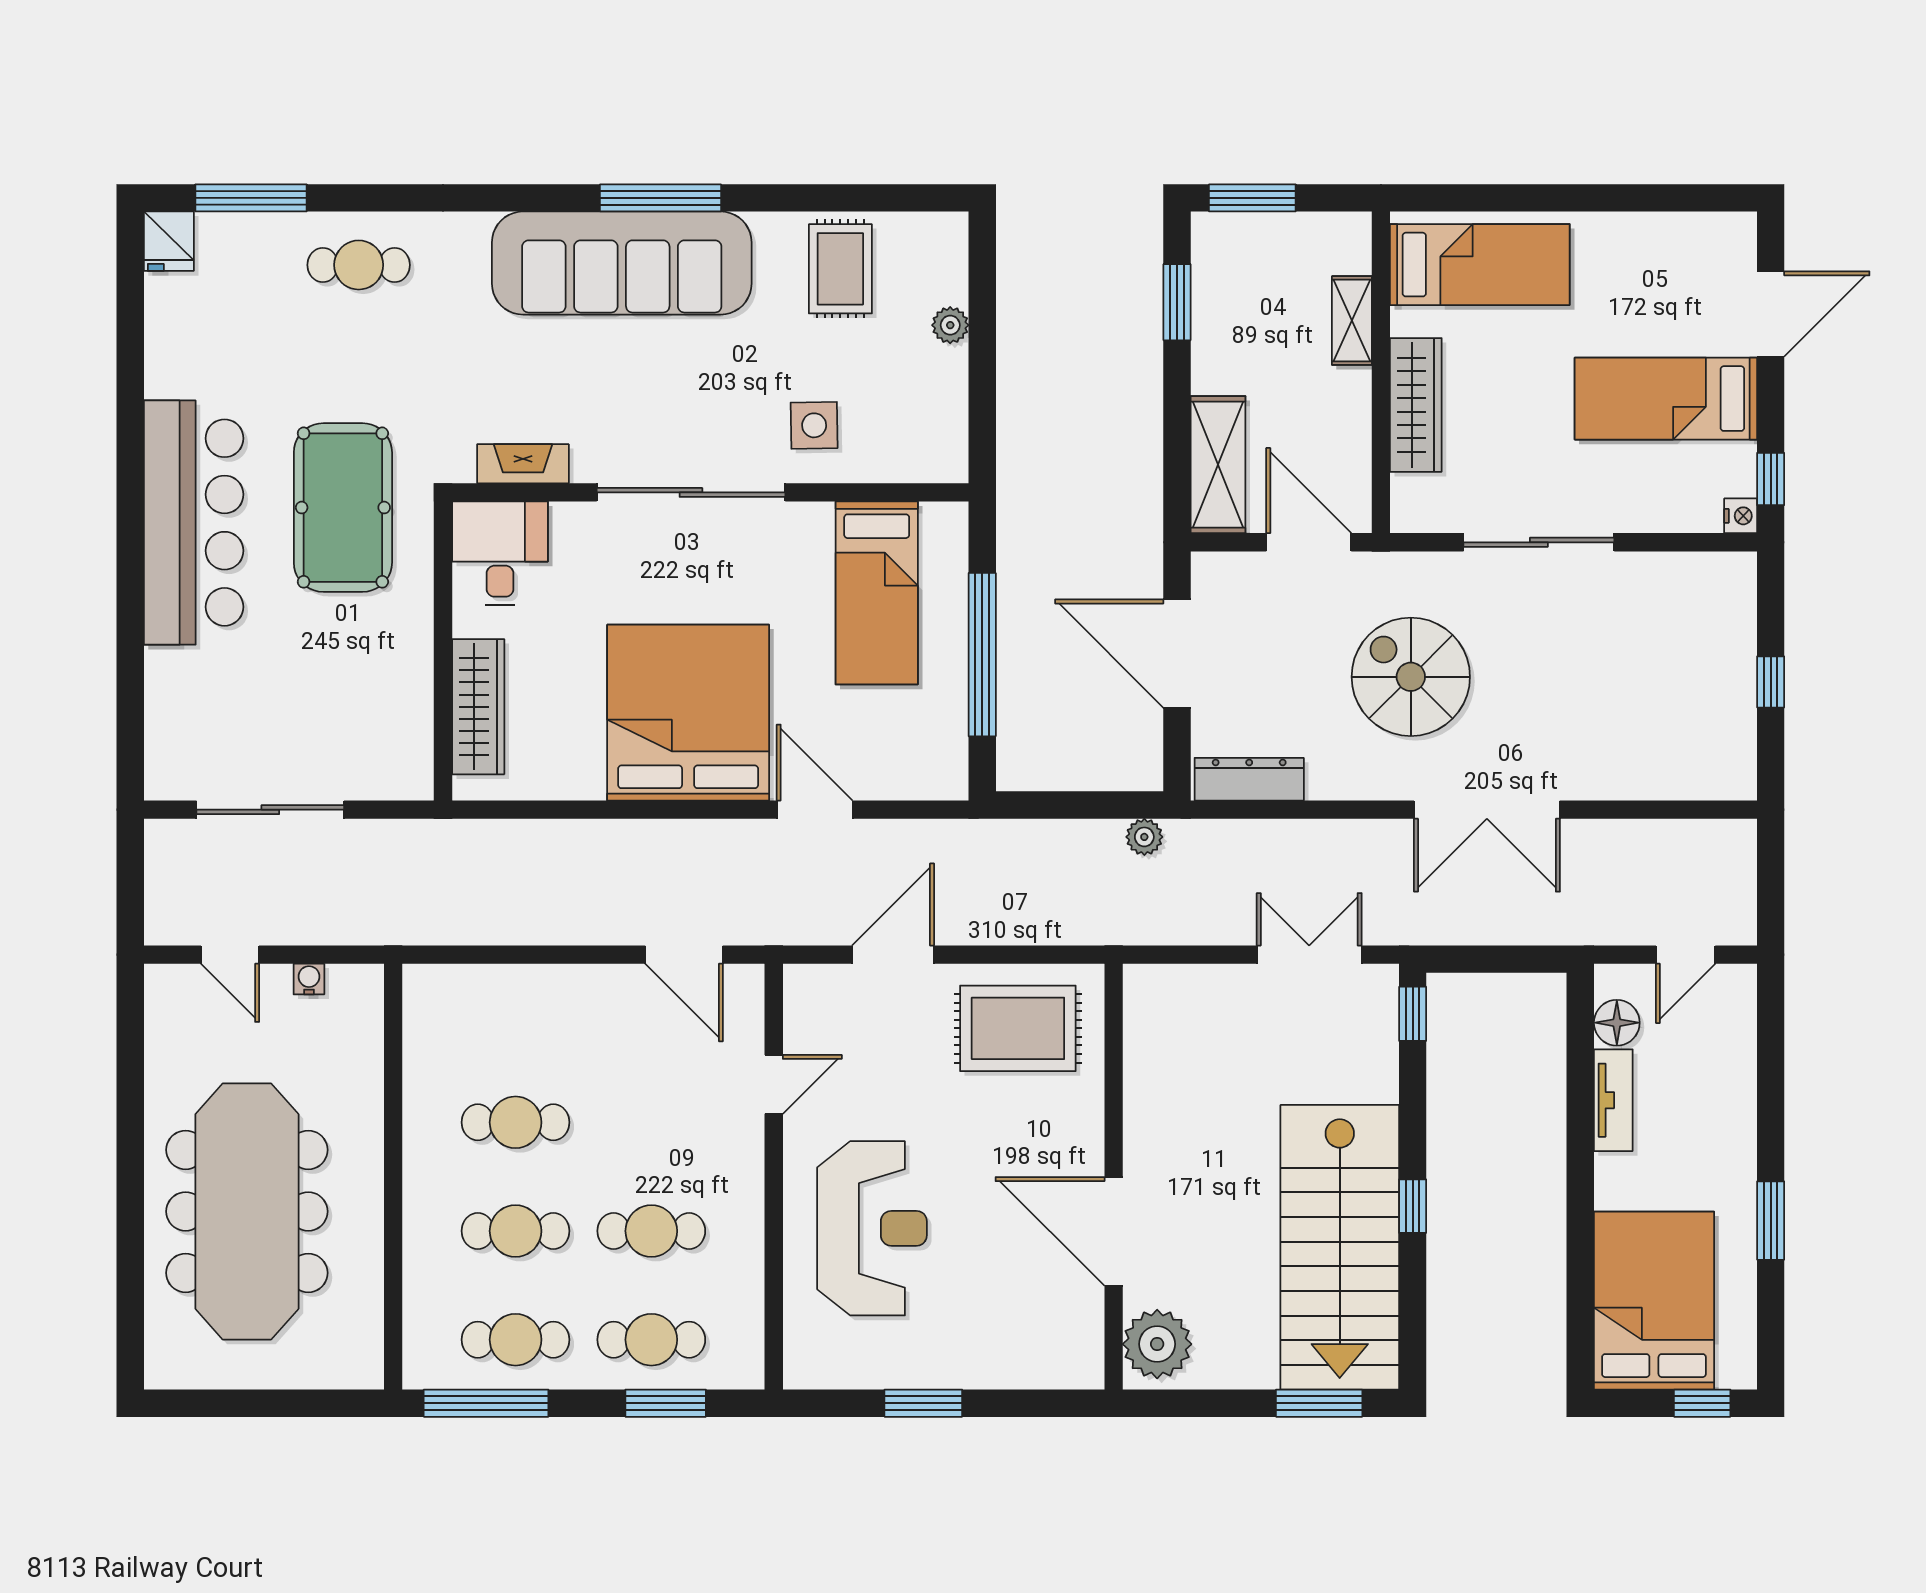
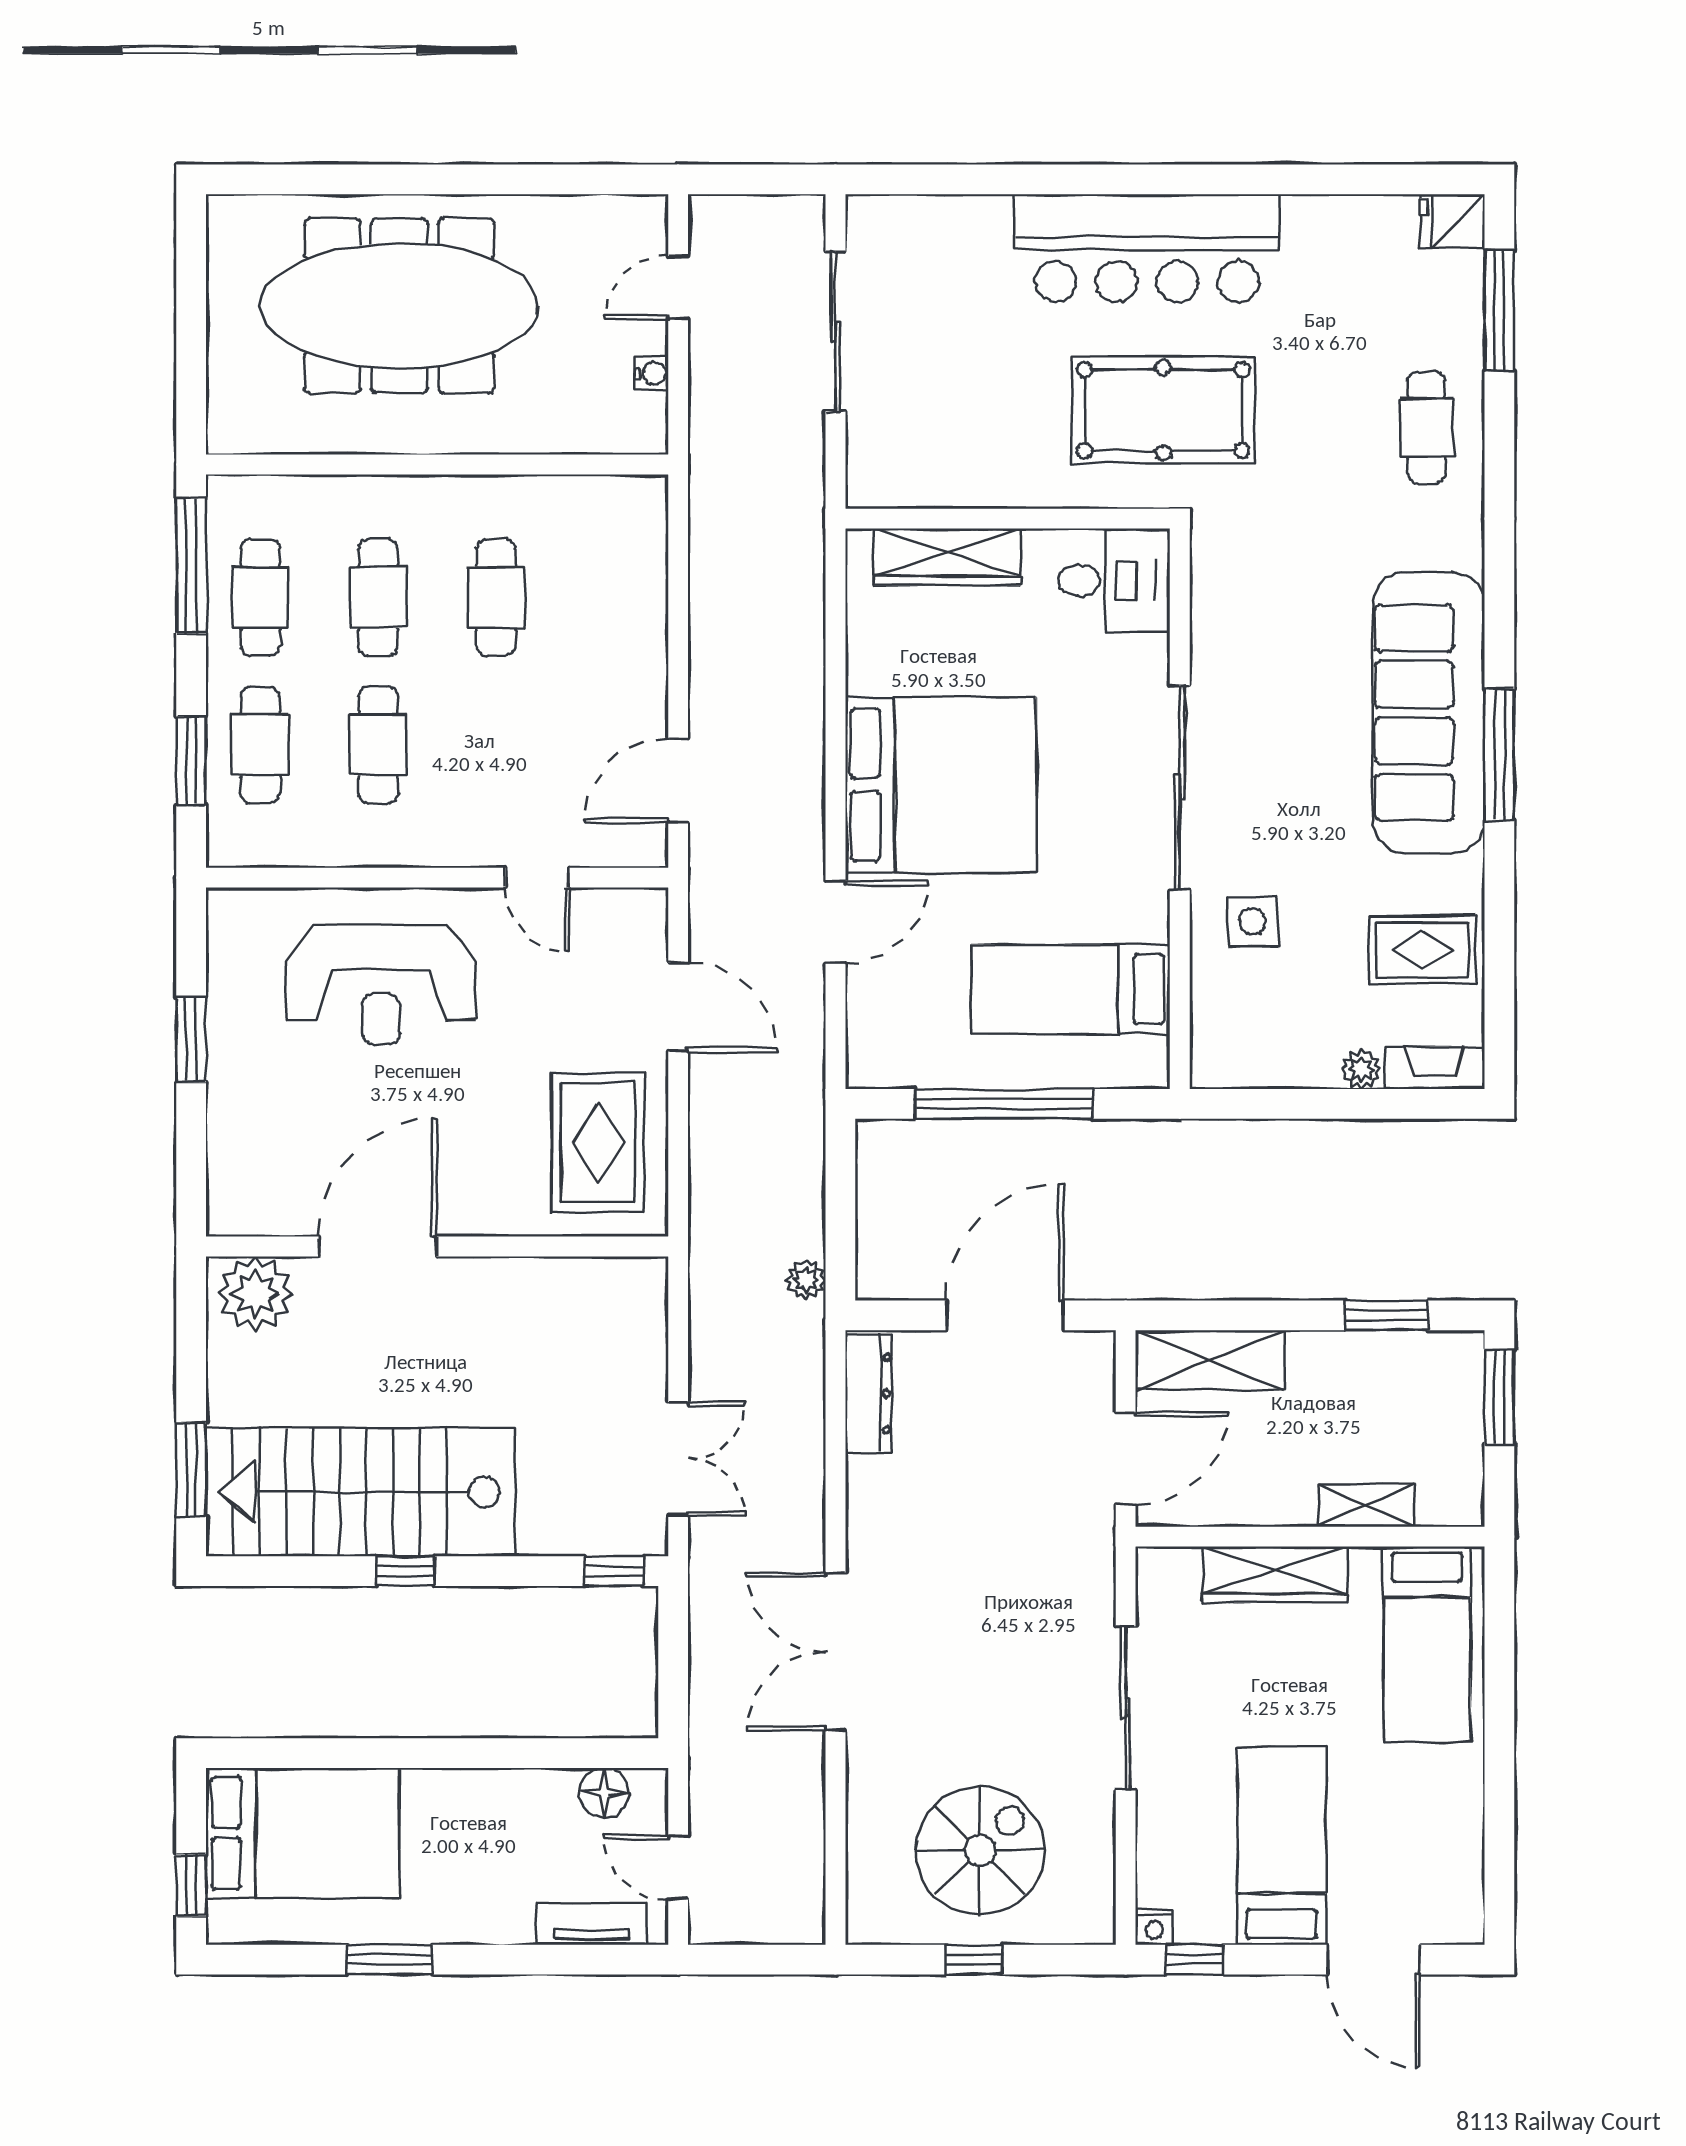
fireplace: (523, 464) -> (1435, 1068), moved, turned -90
spiral stairs: (1411, 677) -> (980, 1850), moved
tv unit: (1613, 1100) -> (591, 1924), moved, turned 180

